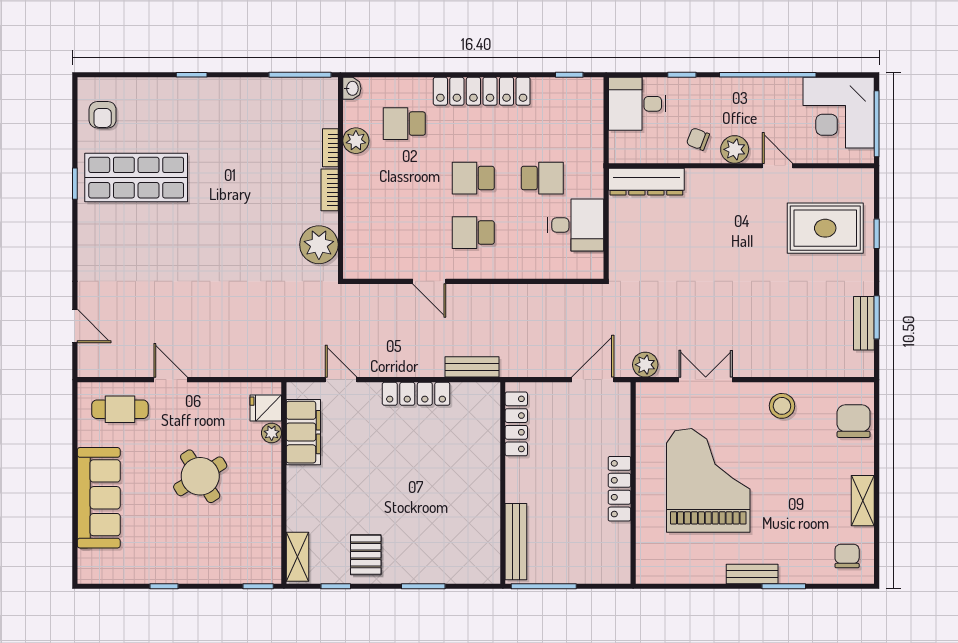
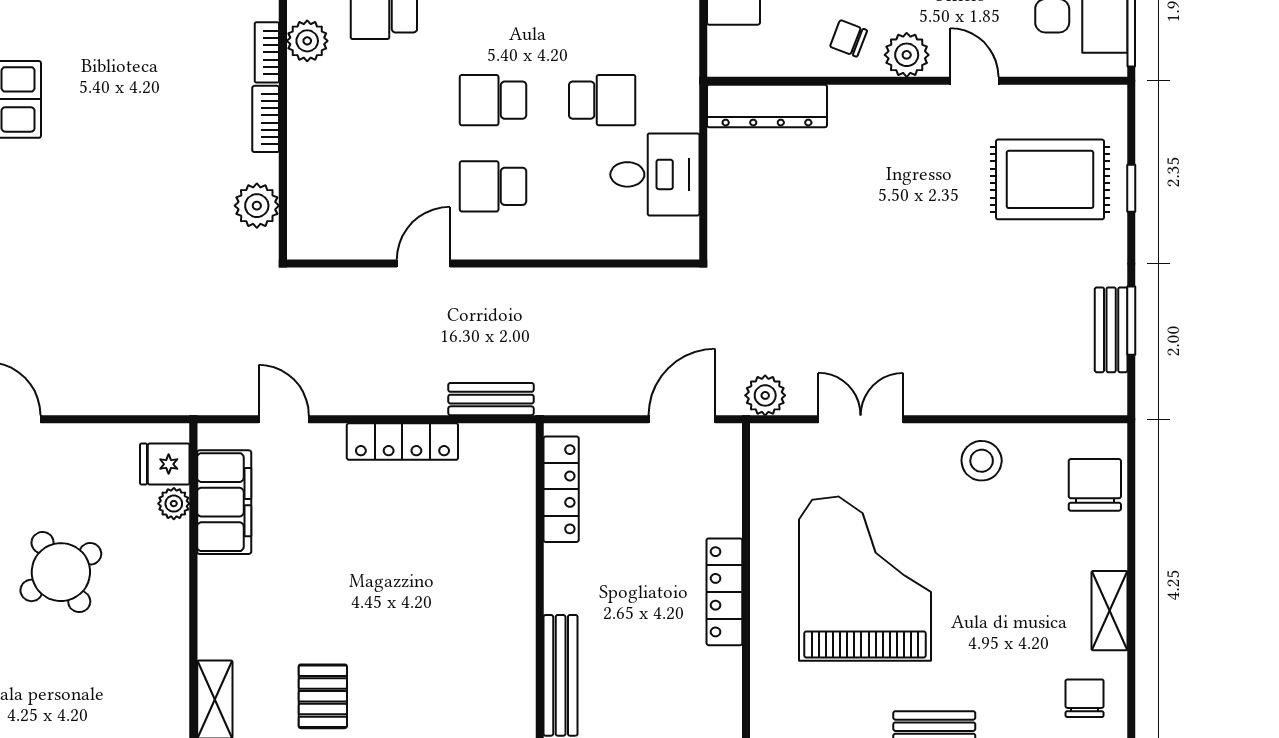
plant: (319, 245) -> (257, 206), width x0.73, depth x0.73
door: (429, 281) -> (423, 264), swing flipped

